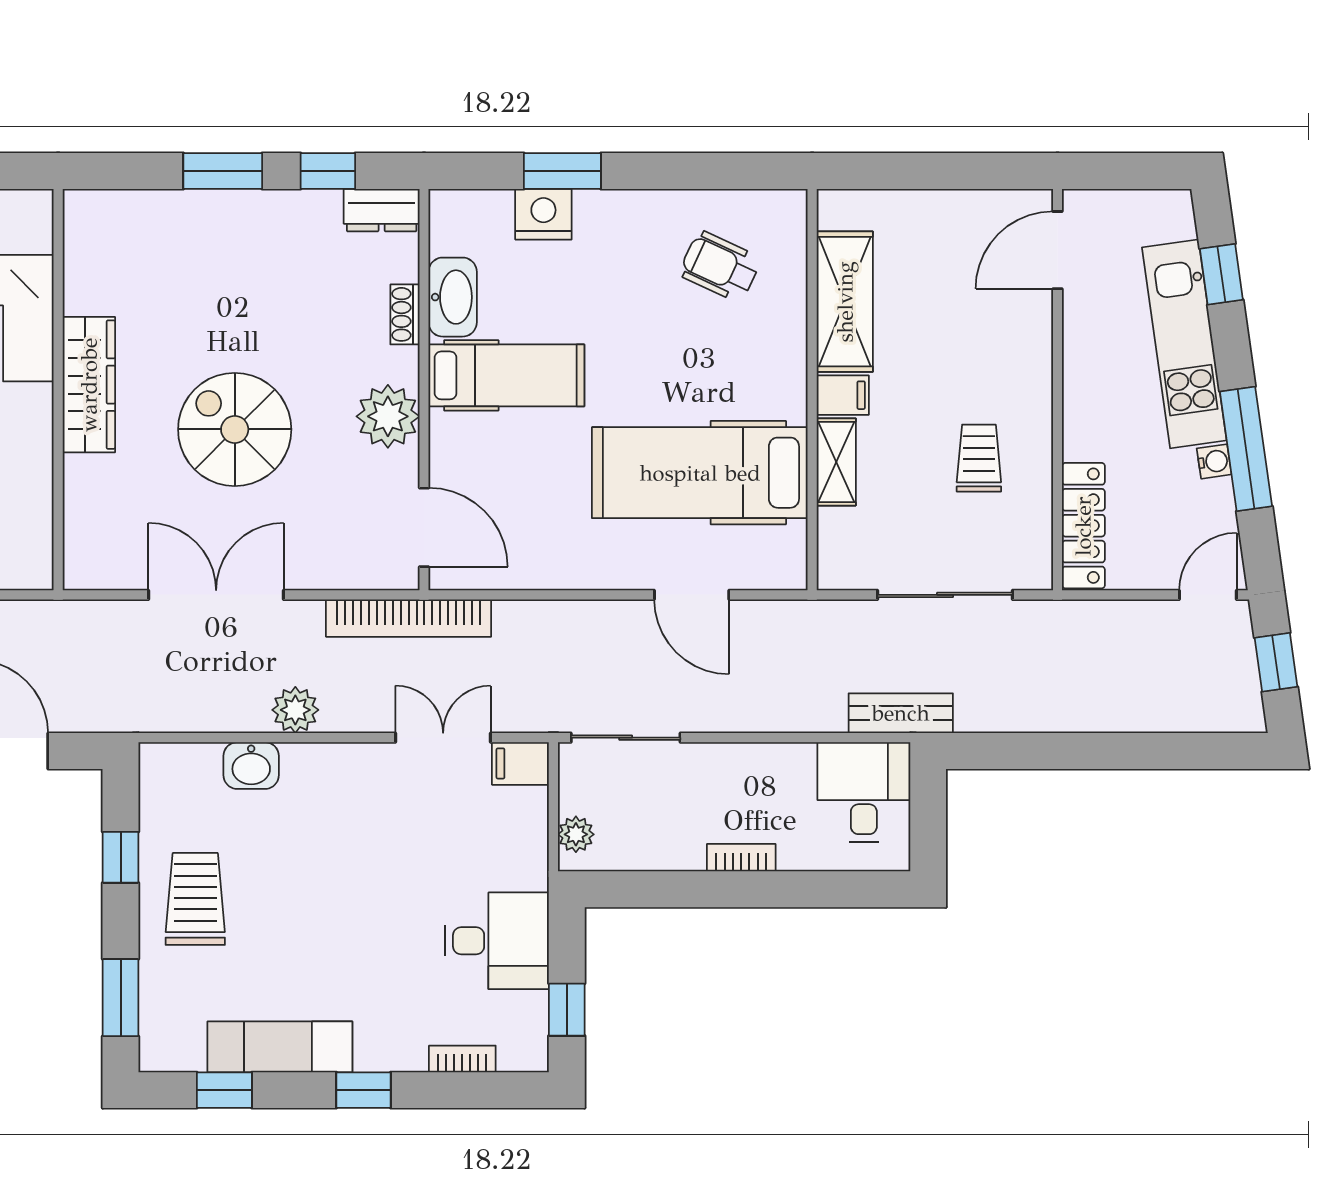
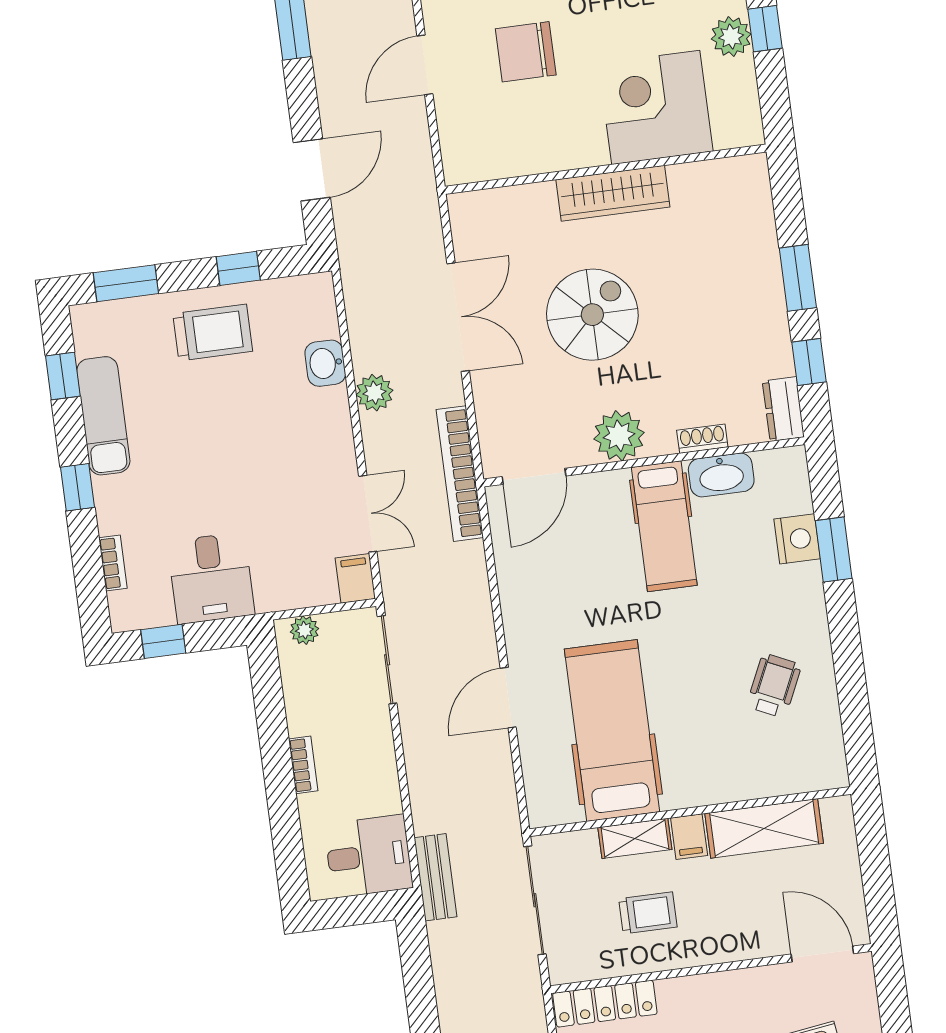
shelving: (845, 302) -> (764, 828), moved
wall: (812, 390) -> (690, 812), moved
filing cabinet: (843, 395) -> (689, 837), moved
shelving: (836, 462) -> (635, 838), moved
hospital bed: (700, 473) -> (612, 730), moved

